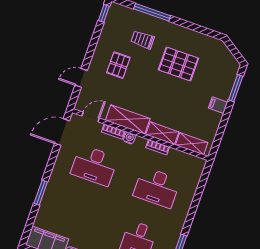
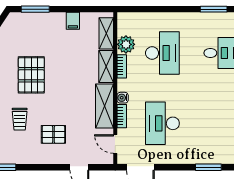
filing cabinet: (218, 105) -> (73, 21), moved
plant: (176, 158) -> (126, 44), added
desk: (94, 165) -> (162, 123), turned 180

